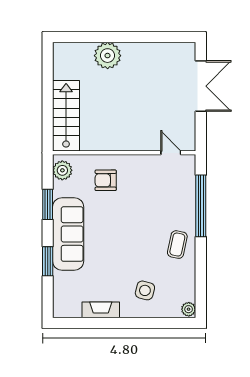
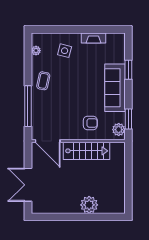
stairs: (66, 116) -> (86, 151), moved, turned -90
door: (171, 153) -> (48, 141), width x1.87
window: (48, 204) -> (128, 119), moved
plant: (189, 309) -> (36, 51), moved

